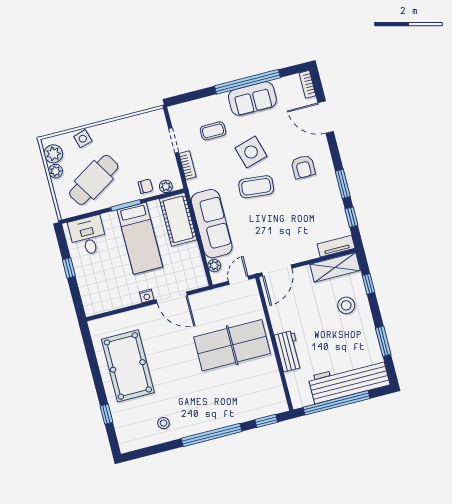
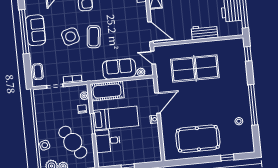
coffee table: (213, 131) -> (38, 72), moved
sofa: (212, 224) -> (119, 69), width x0.73
desk: (88, 236) -> (108, 141), moved
table tennis table: (232, 345) -> (195, 68), turned 90
window: (211, 435) -> (253, 105), moved

